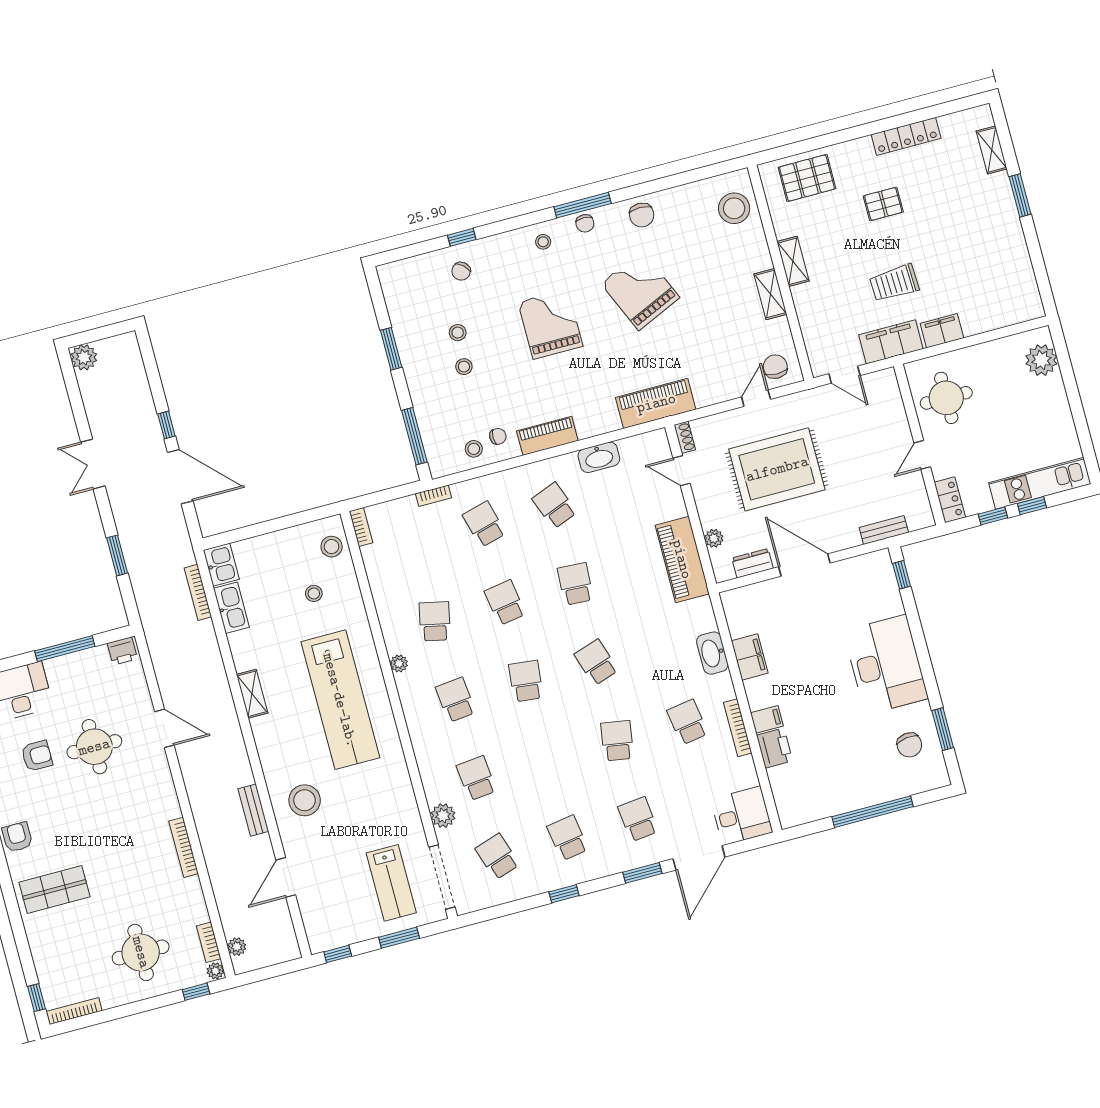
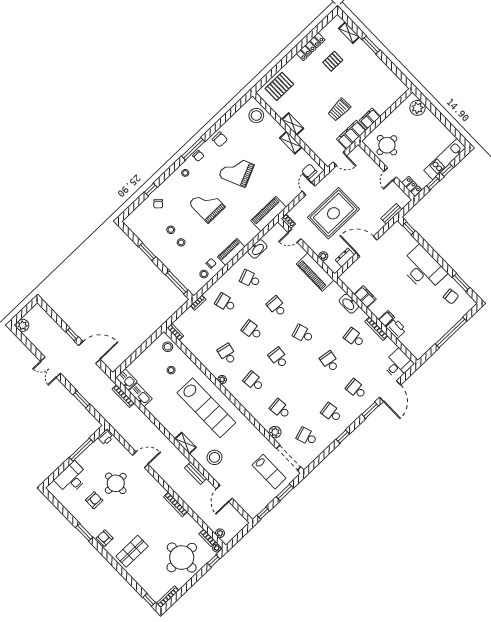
pallet: (883, 204) -> (333, 61), moved
shelving: (252, 694) -> (185, 443), moved
round table: (141, 952) -> (182, 558), width x1.36, depth x1.36

